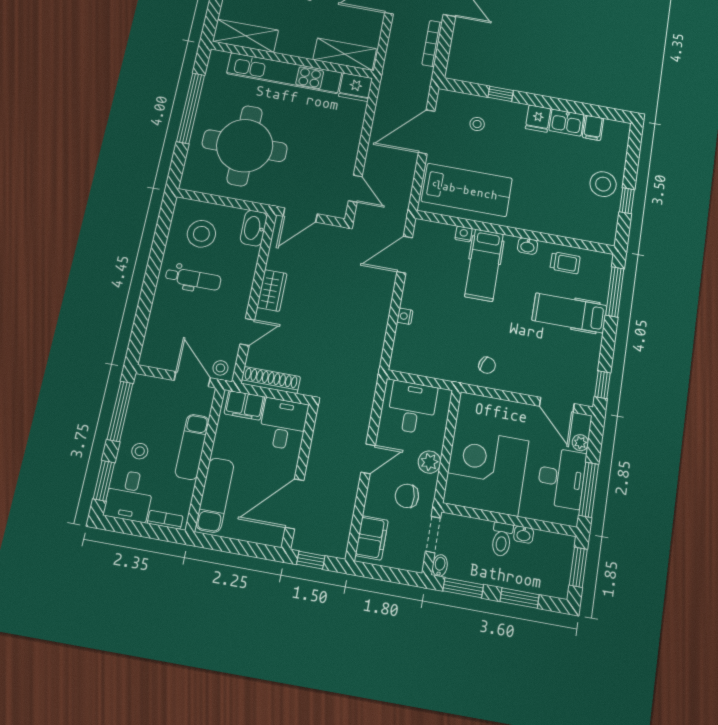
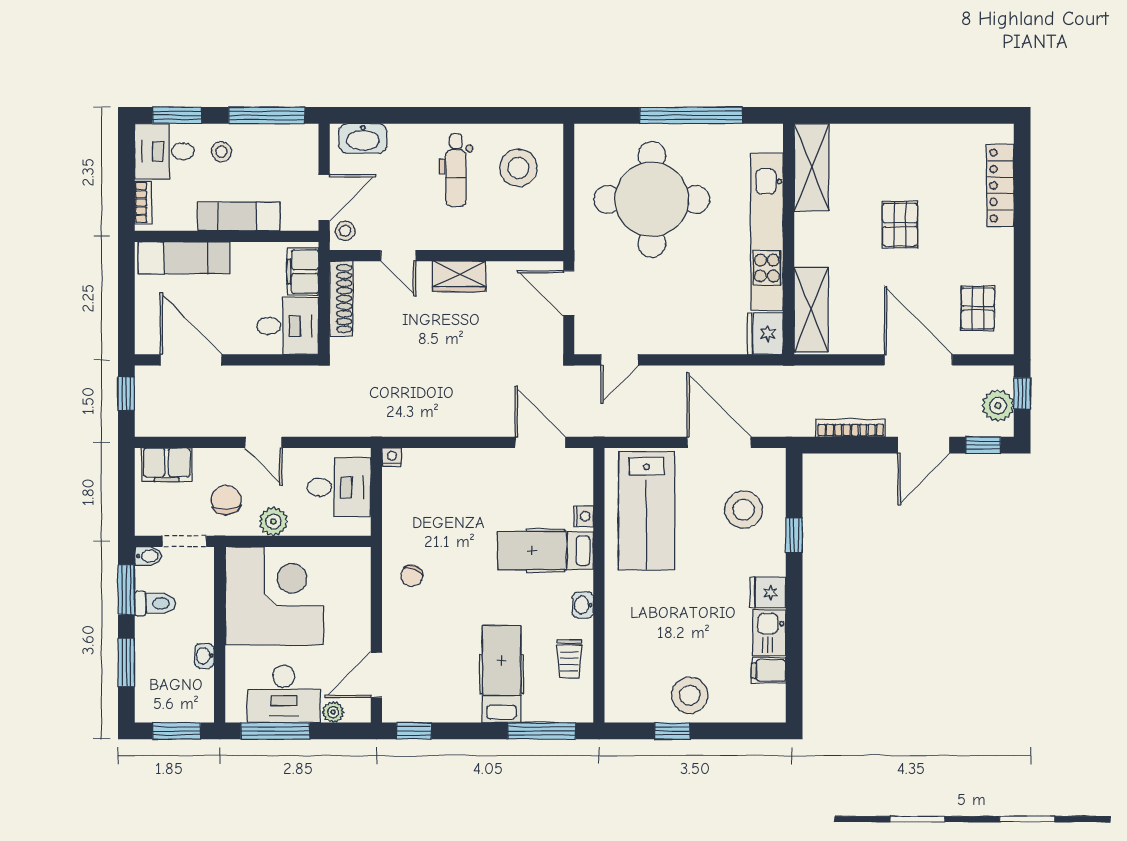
stool: (477, 124) -> (744, 510), width x1.89, depth x1.89
washbasin: (254, 228) -> (363, 138), moved, turned 180
nightstand: (405, 316) -> (392, 457), moved
toilet: (502, 539) -> (155, 603), moved, turned 180

